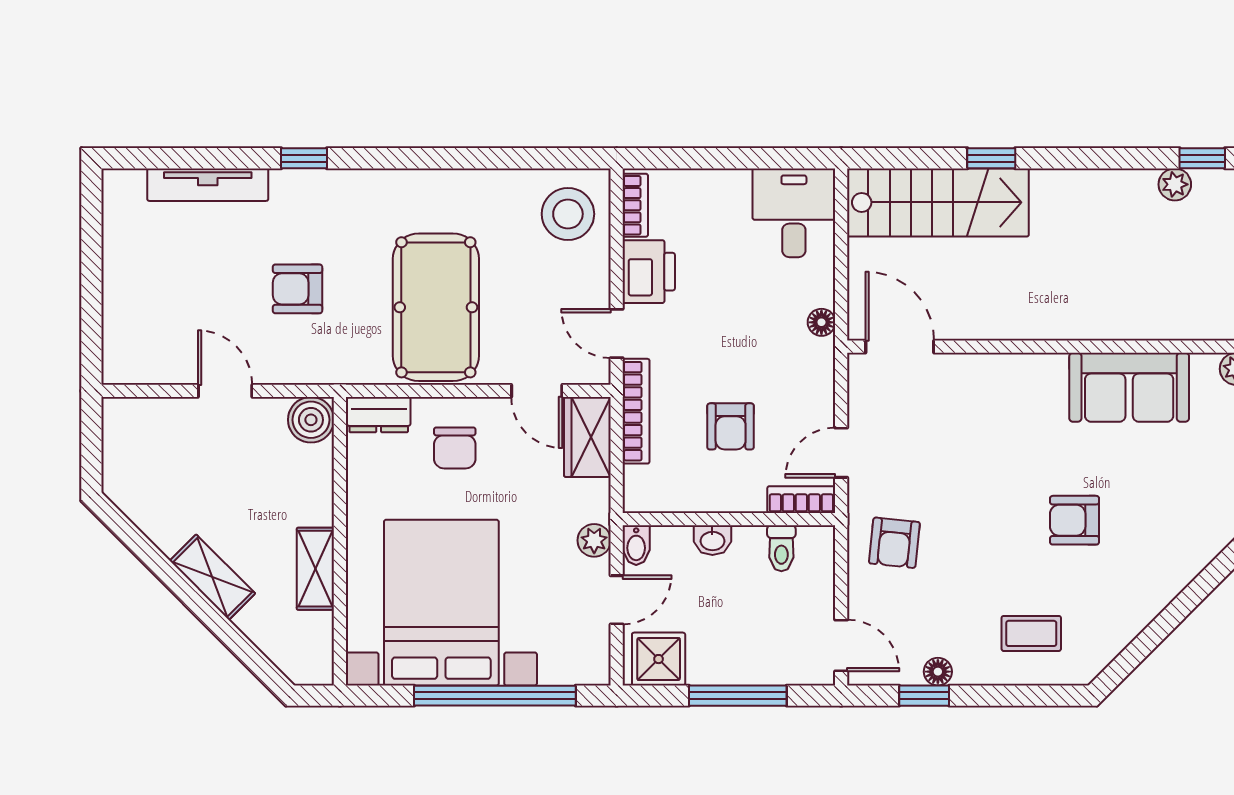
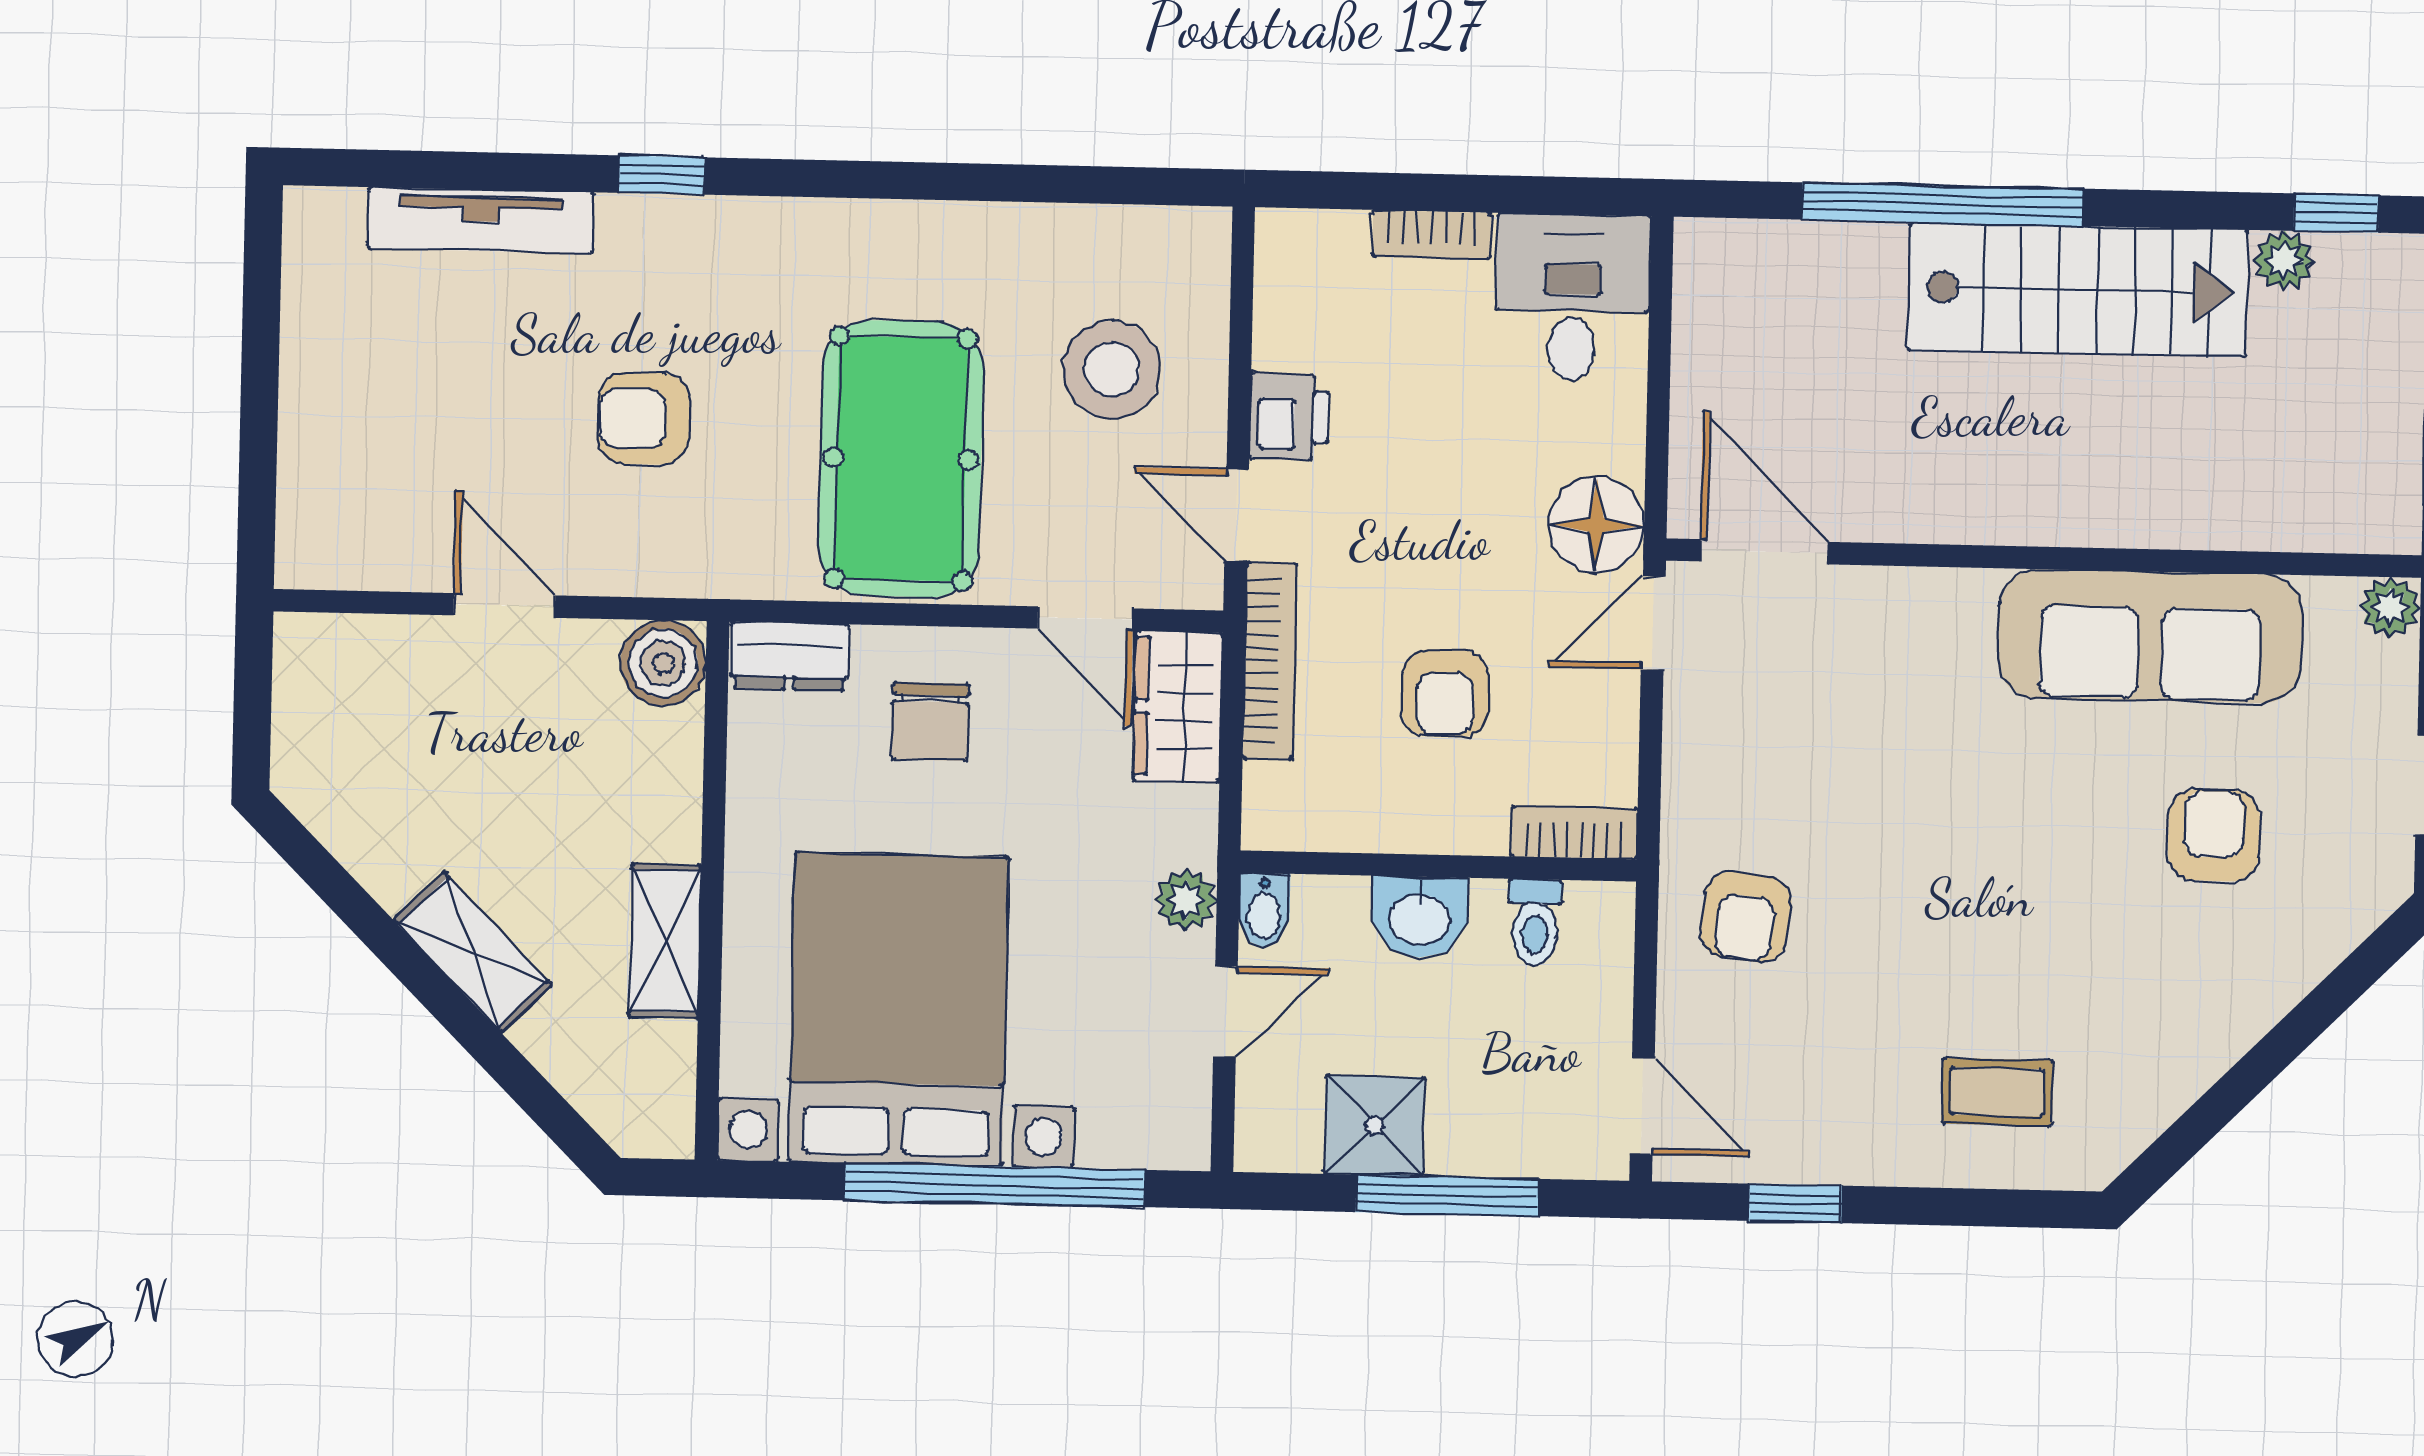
window: (991, 158) -> (1943, 204), width x3.17
stairs: (938, 202) -> (2078, 290), moved
bookcase: (635, 205) -> (1432, 235), moved, turned 90
stool: (568, 214) -> (1112, 370), moved
printer: (649, 272) -> (1289, 417), width x0.73, depth x0.81
floor lamp: (821, 322) -> (1596, 525), width x1.89, depth x1.89
sofa: (1129, 387) -> (2150, 636), width x1.36
door: (841, 453) -> (1653, 623), moved
armchair: (1075, 520) -> (2214, 835), moved, turned 90
washbasin: (712, 540) -> (1420, 917), width x1.38, depth x1.45
shower: (659, 659) -> (1375, 1126), moved
floor lamp: (938, 672) -> (1821, 1159), removed

